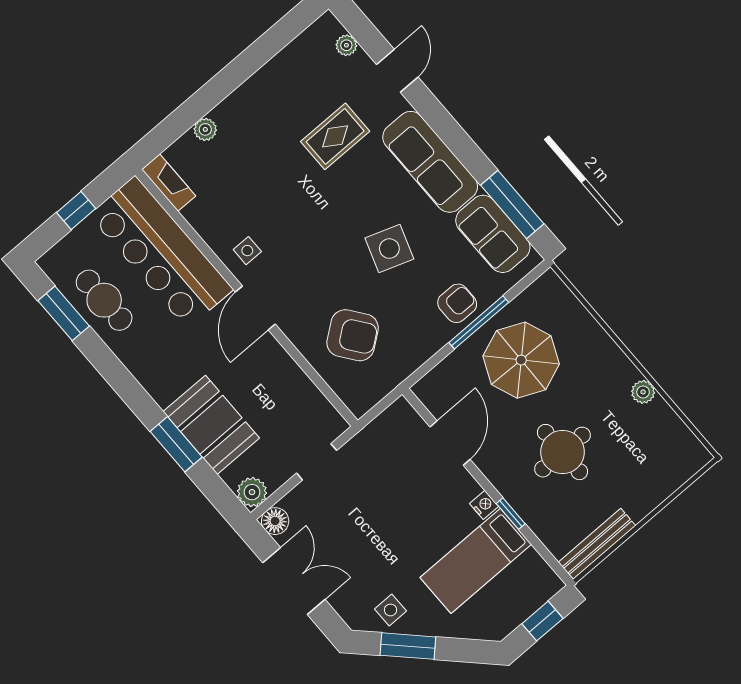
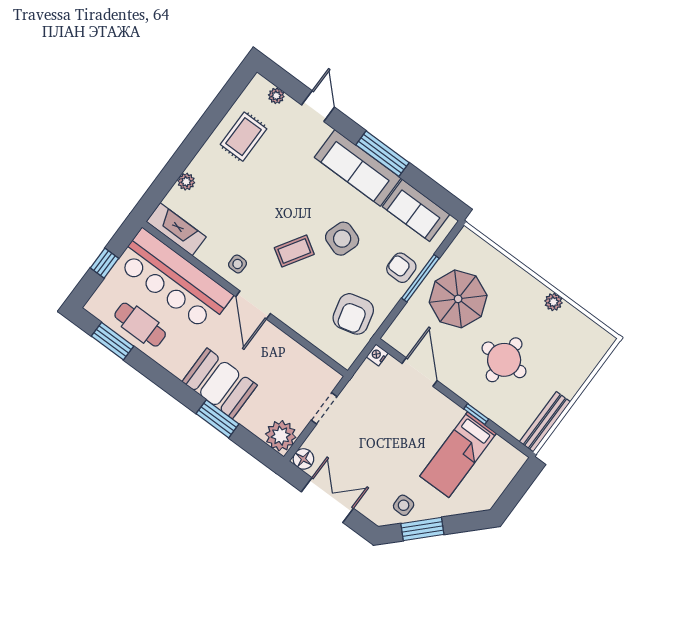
rug: (335, 136) -> (243, 137), moved
fireplace: (169, 183) -> (176, 229), width x1.37, depth x1.32
window: (512, 204) -> (383, 154), moved
coffee table: (324, 250) -> (294, 251), added
armchair: (457, 303) -> (401, 268), turned -90
armchair: (353, 335) -> (353, 314), moved, turned 113
booth: (211, 425) -> (220, 383), moved
plant: (252, 492) -> (281, 436), width x1.36, depth x1.36
nightstand: (484, 505) -> (377, 355), moved, turned -90
window: (542, 621) -> (518, 488), removed

